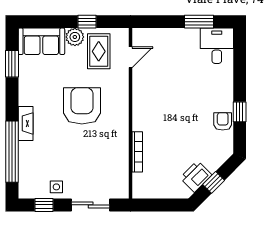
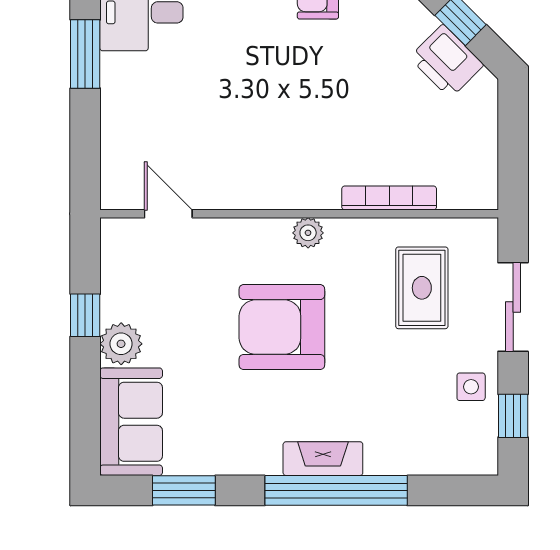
rug: (99, 51) -> (422, 288), moved, turned 90
plant: (122, 117) -> (308, 233), added
window: (12, 152) -> (336, 490), moved

